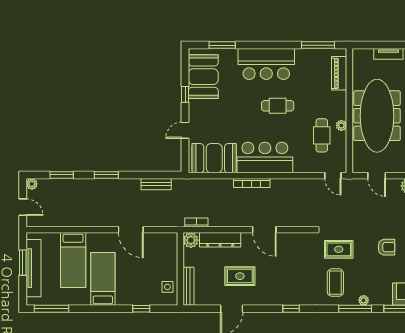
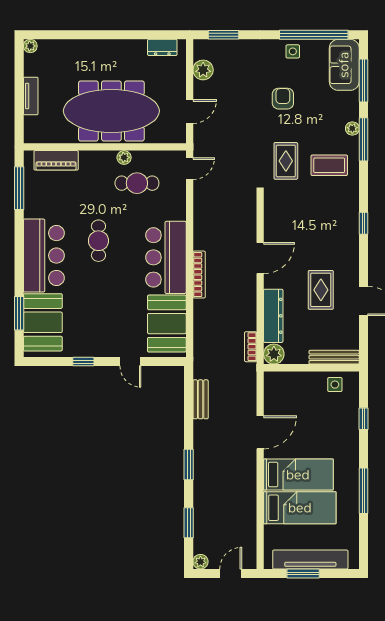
booth: (203, 77) -> (43, 322), moved, turned 90
bed: (103, 279) -> (298, 475), moved, turned 180
window: (52, 309) -> (364, 491), moved

